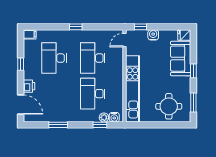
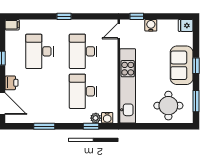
sofa: (181, 59) -> (182, 65), moved

